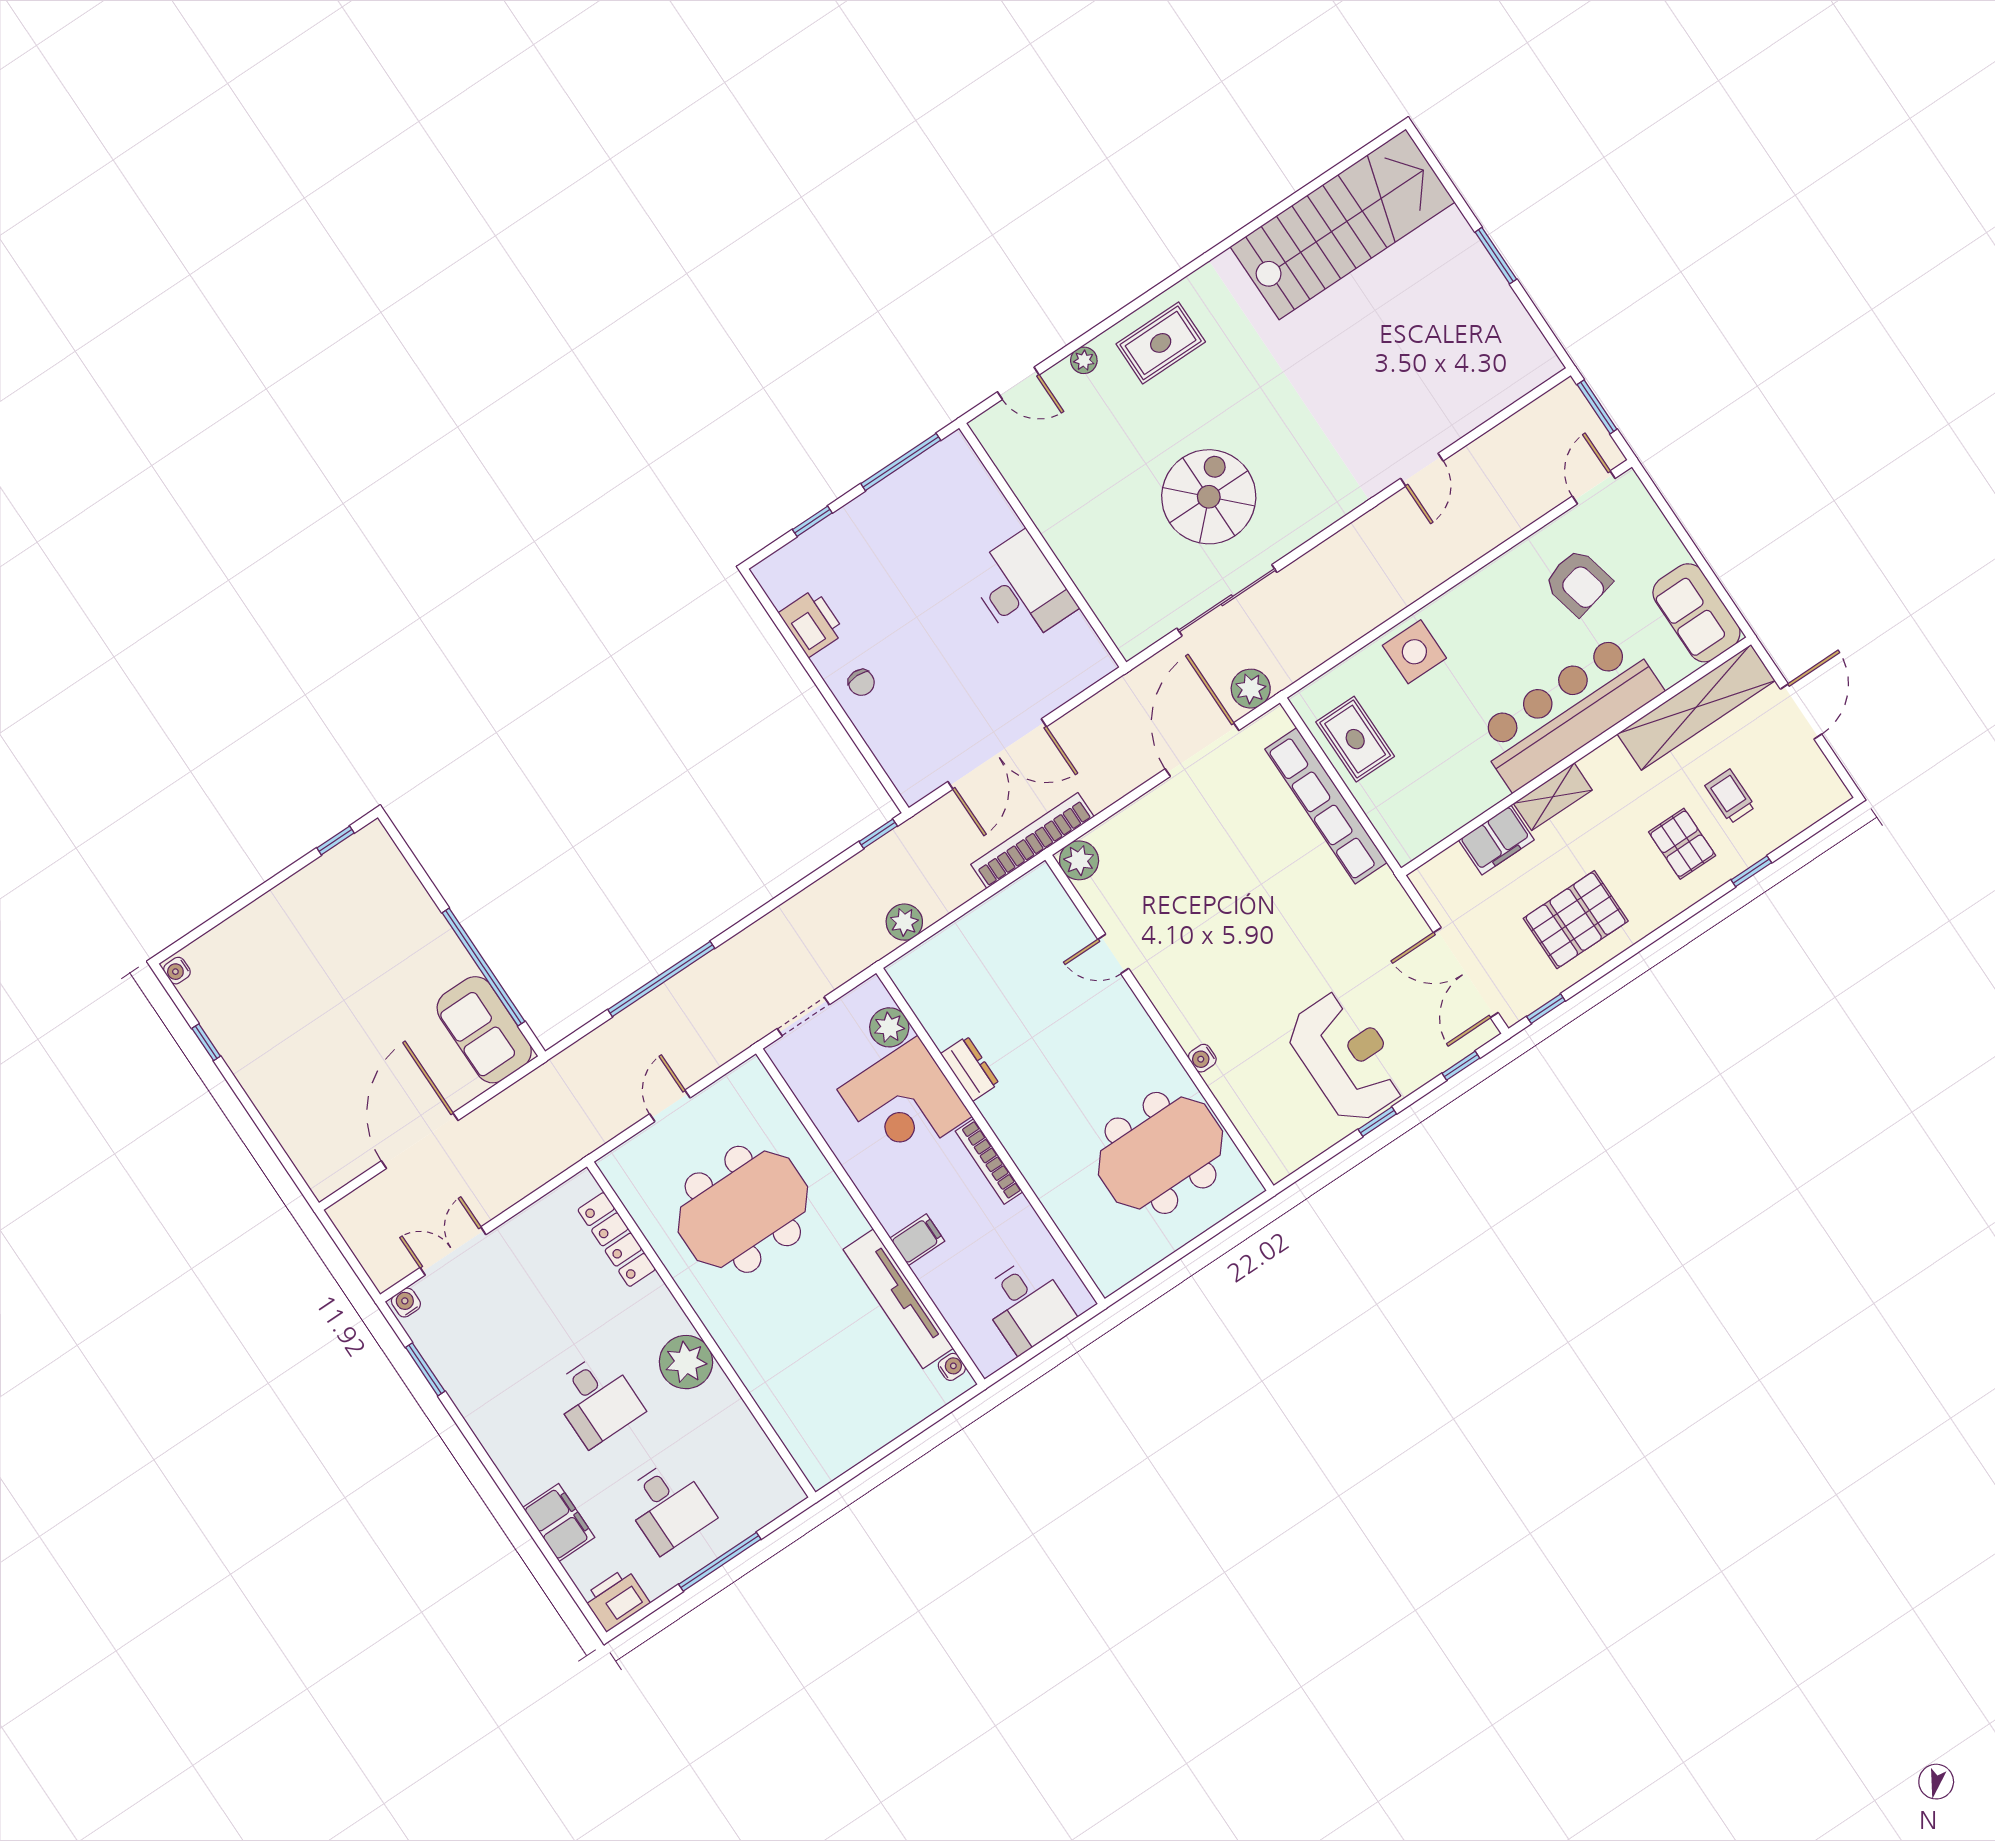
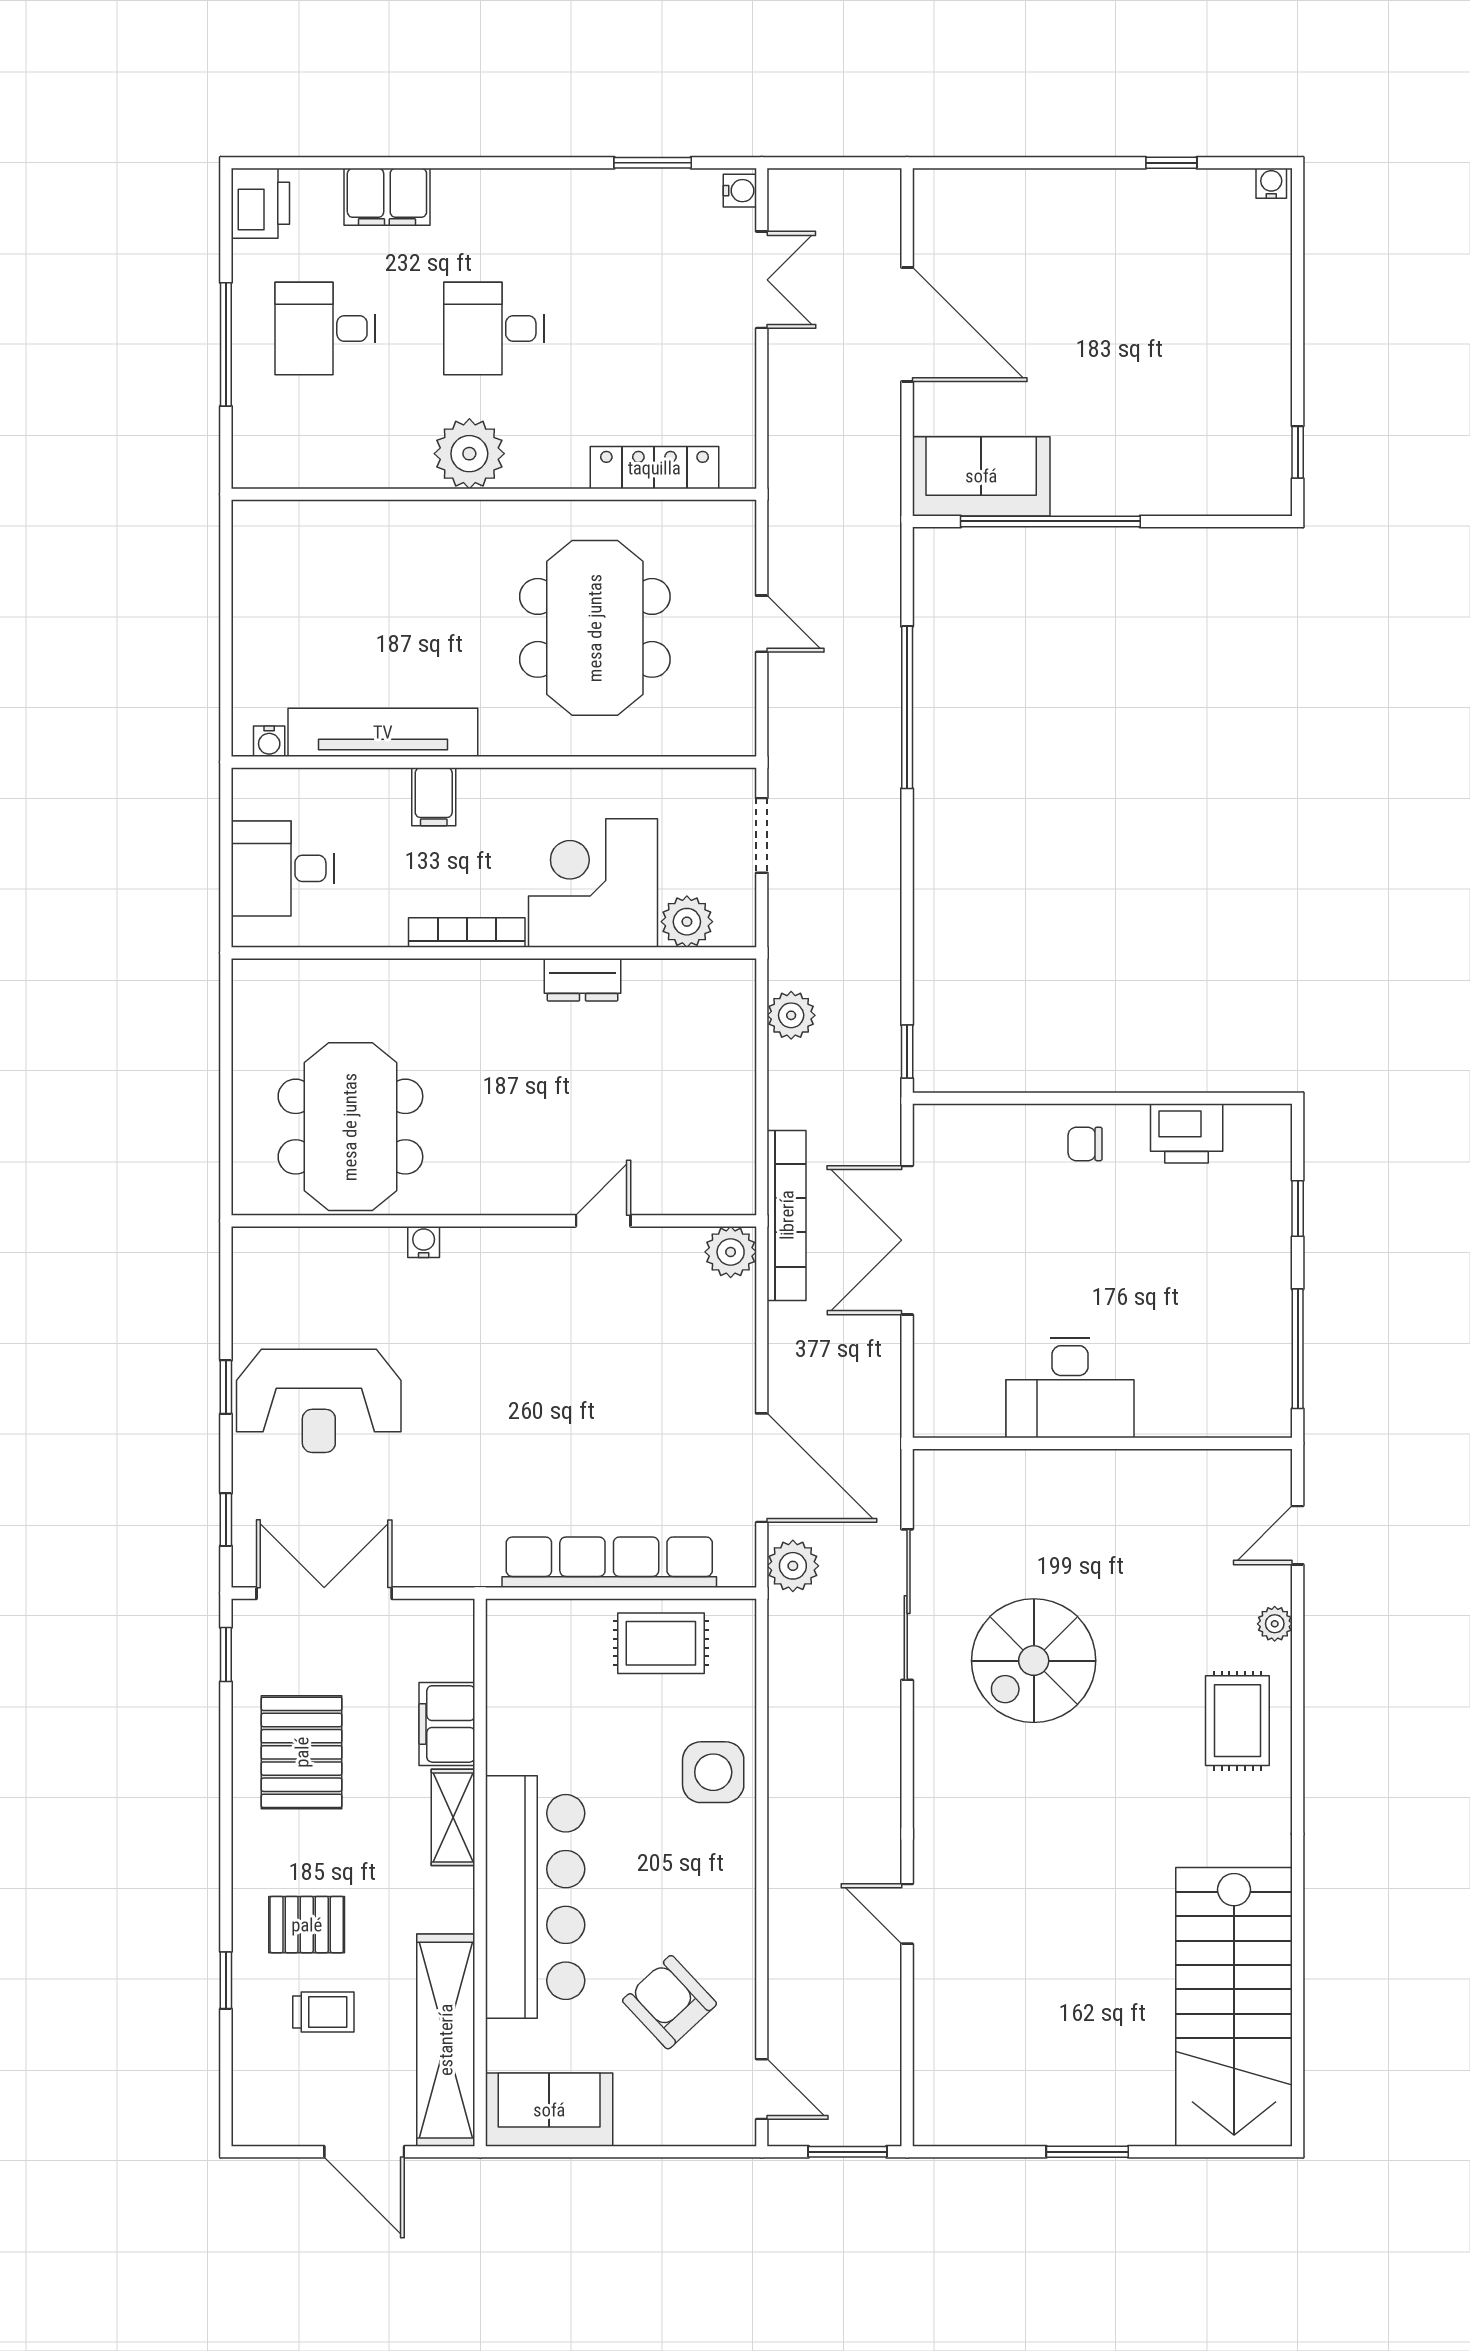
spiral stairs: (1209, 497) -> (1034, 1661), turned 90
armchair: (1578, 582) -> (670, 2002), turned 60

